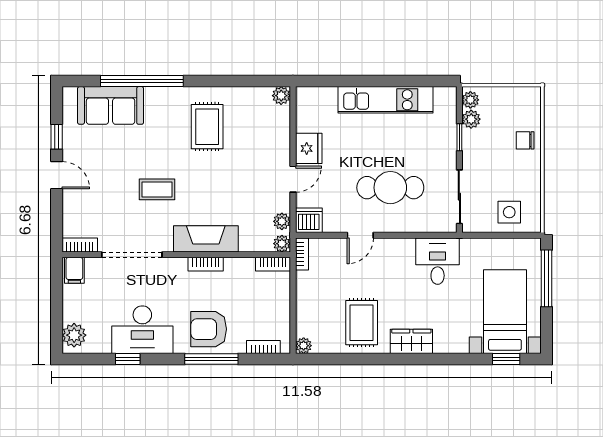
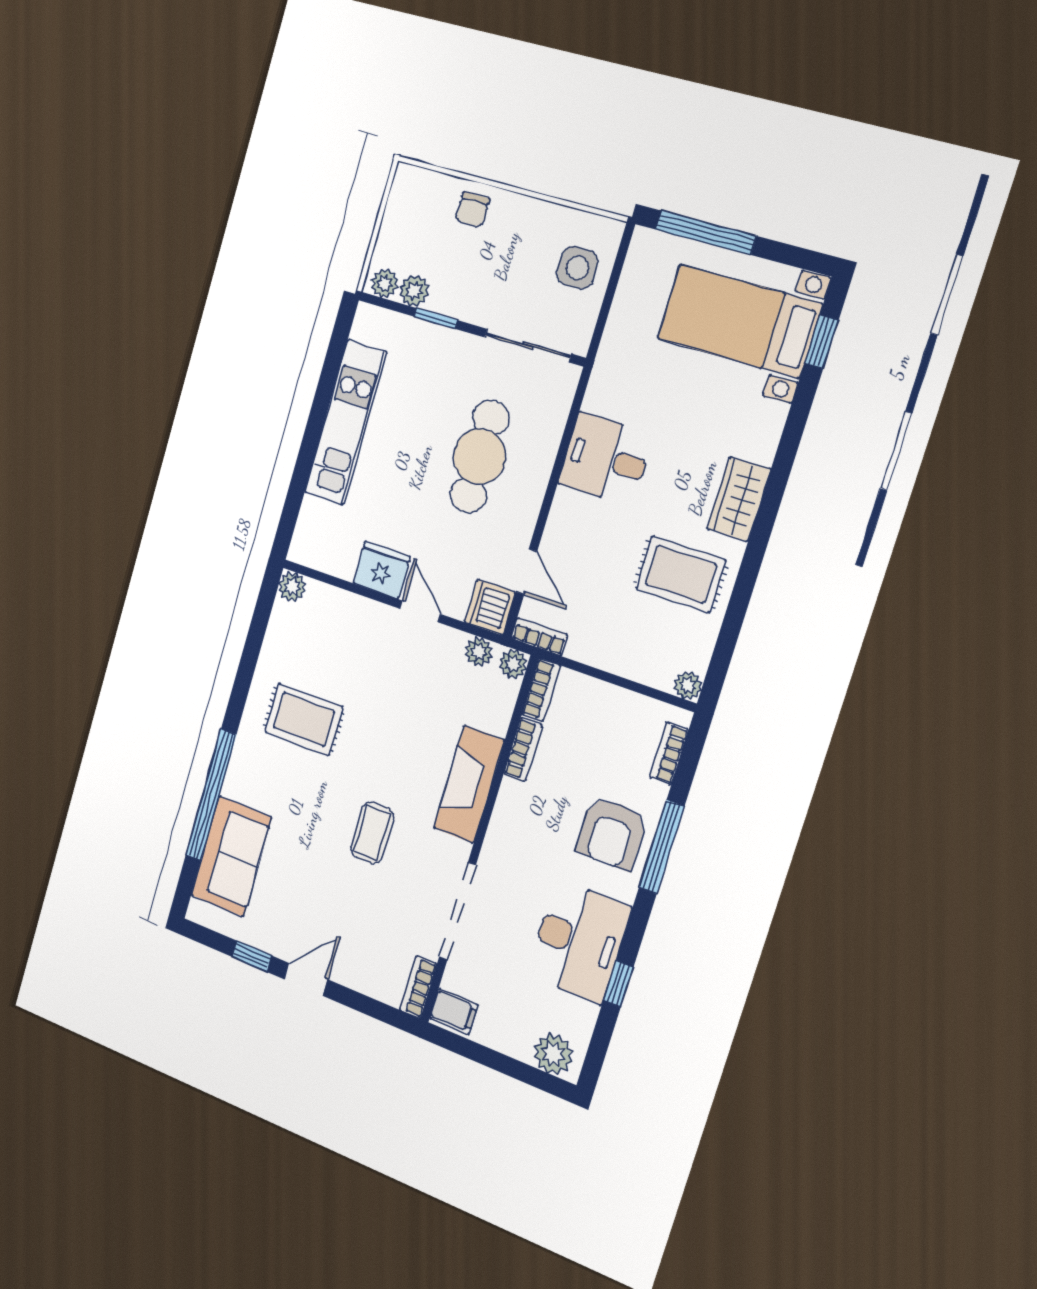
door: (360, 235) -> (526, 572), moved
desk: (438, 261) -> (606, 459), moved
bookcase: (206, 264) -> (523, 749), moved

